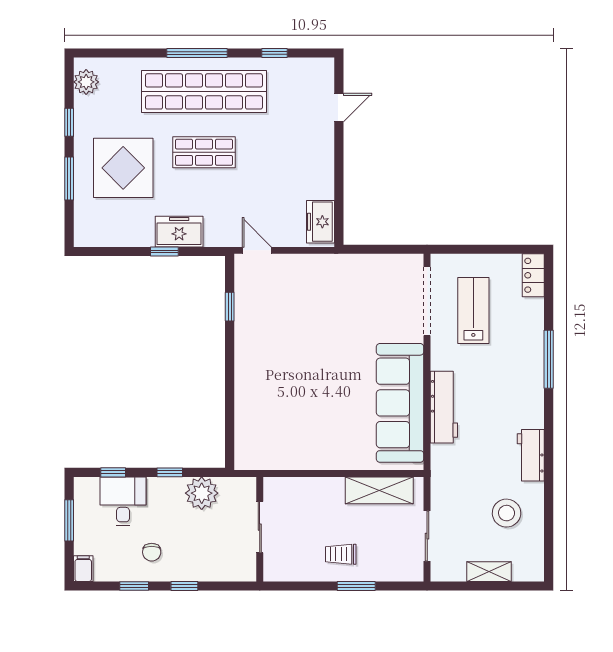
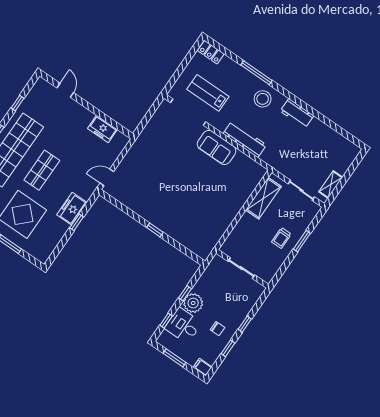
freezer: (321, 222) -> (102, 129), moved
window: (230, 307) -> (155, 230), moved
sofa: (400, 403) -> (217, 147), width x0.54, depth x0.79
plant: (202, 493) -> (193, 303), moved
stool: (507, 513) -> (263, 99), moved
shelving: (489, 572) -> (331, 185), moved

